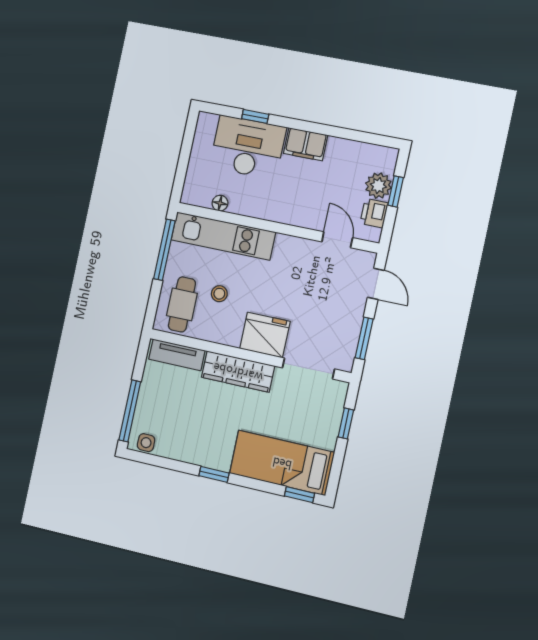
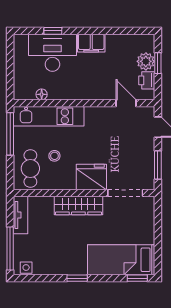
tv unit: (177, 355) -> (21, 215), moved, turned -90
window: (346, 423) -> (158, 224), removed

